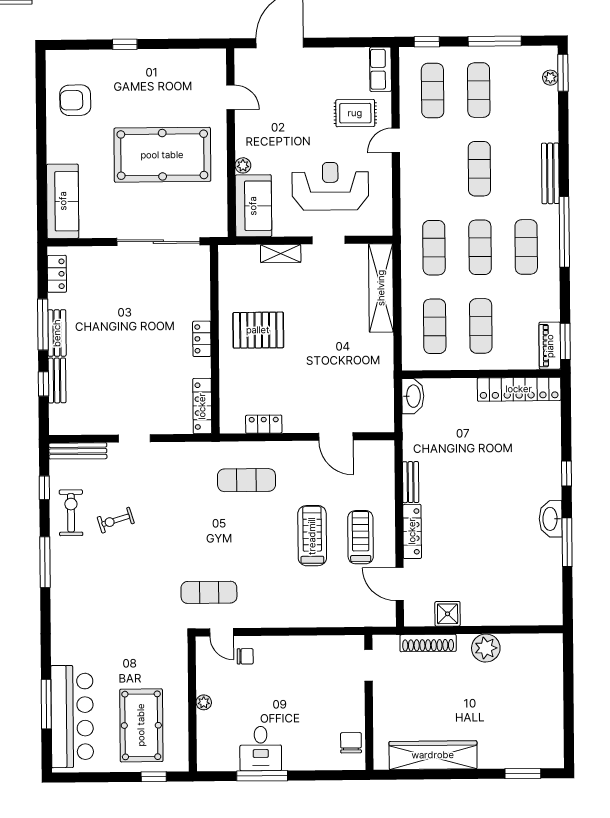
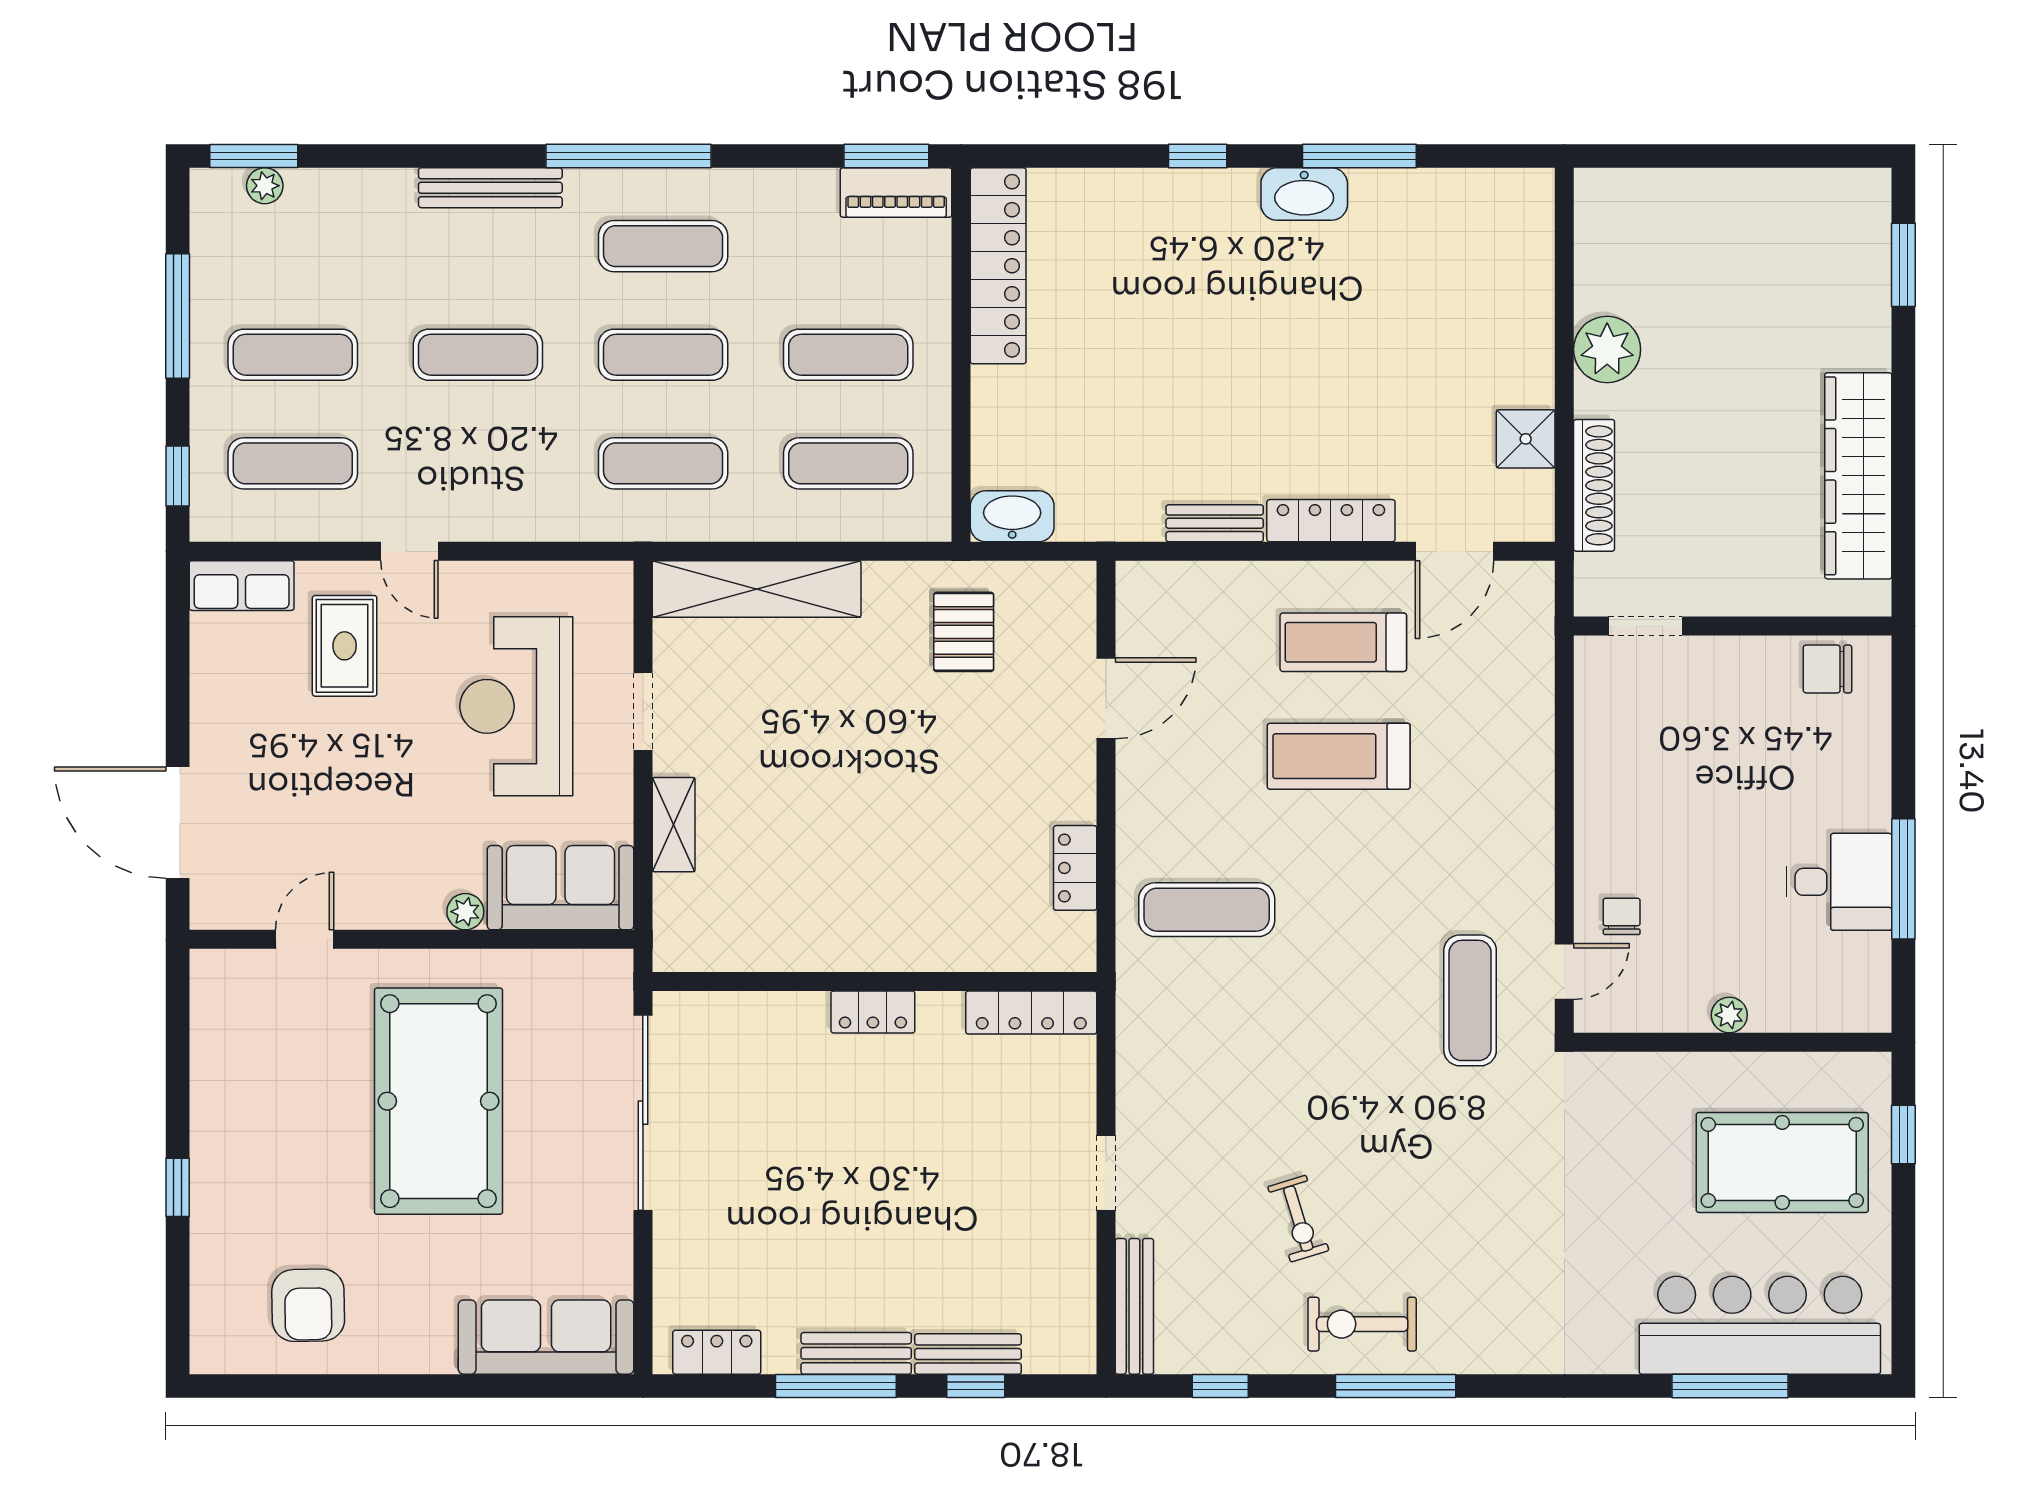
pallet: (258, 330) -> (964, 632), moved, width x0.67, depth x0.71
exercise mat: (247, 480) -> (1207, 910), turned 90
exercise bike: (71, 513) -> (1362, 1324), moved

